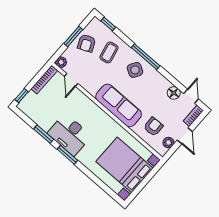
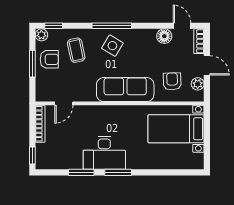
armchair: (87, 43) -> (49, 59), turned -66
plant: (61, 62) -> (41, 35), moved
door: (71, 80) -> (64, 103), hinge flipped
bed with nightstands: (124, 165) -> (176, 129), width x0.73

